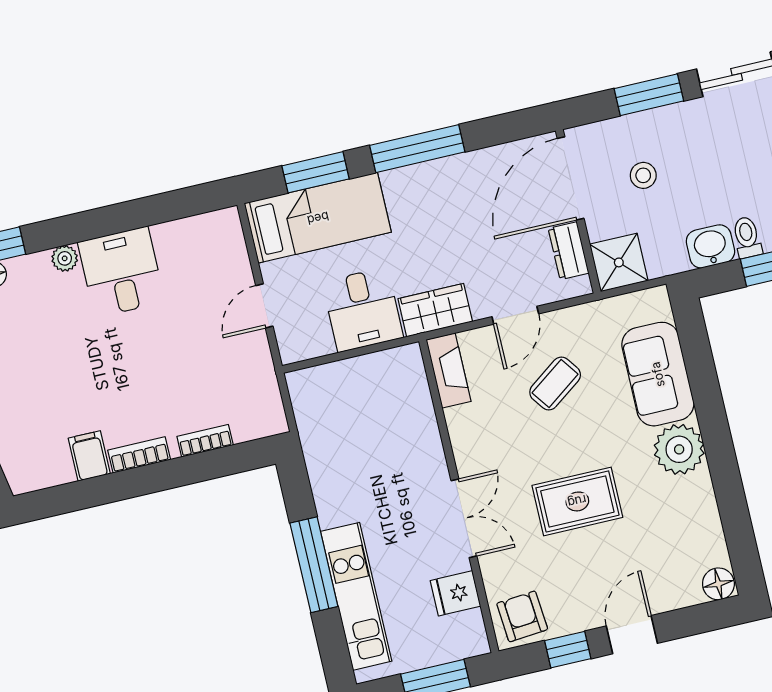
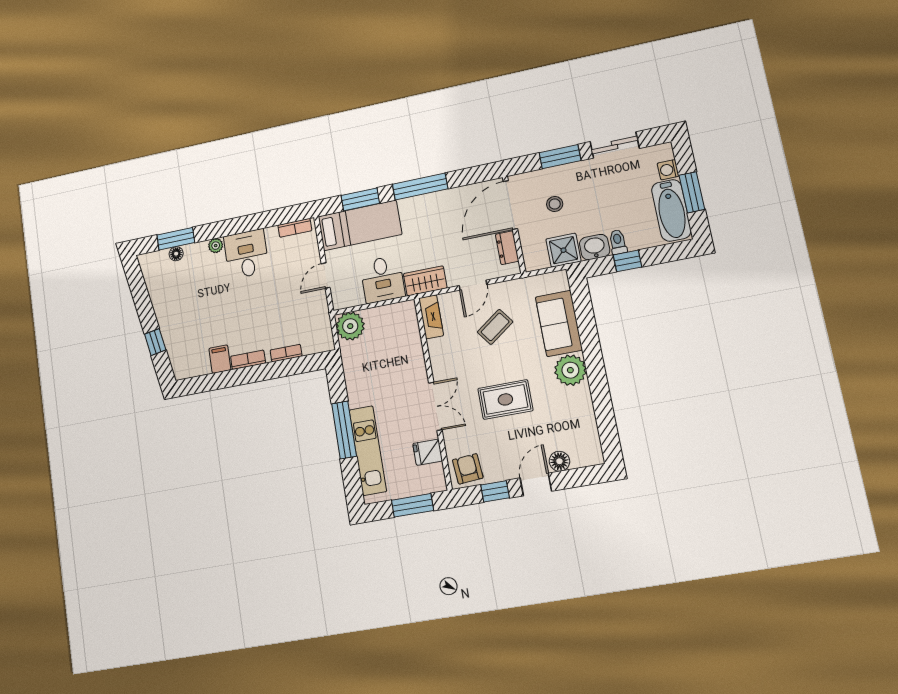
bookcase: (204, 224) -> (295, 228), added
shower: (619, 262) -> (563, 250), moved
plant: (313, 391) -> (350, 326), added
floor lamp: (718, 584) -> (559, 461), moved

